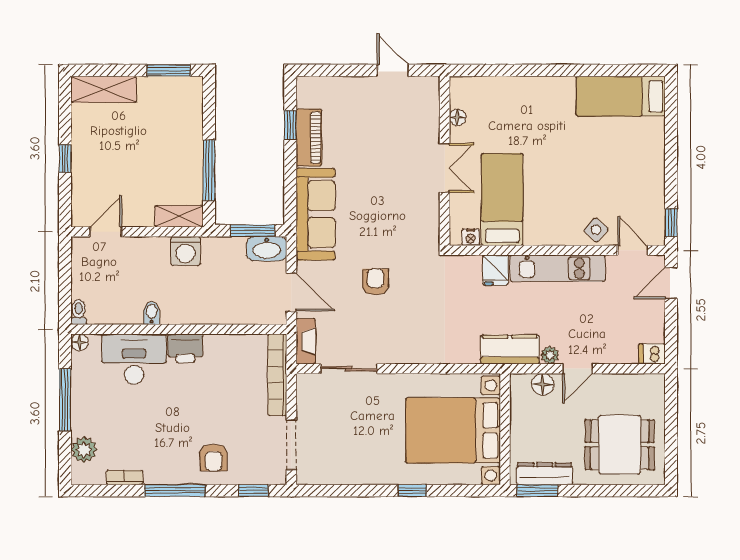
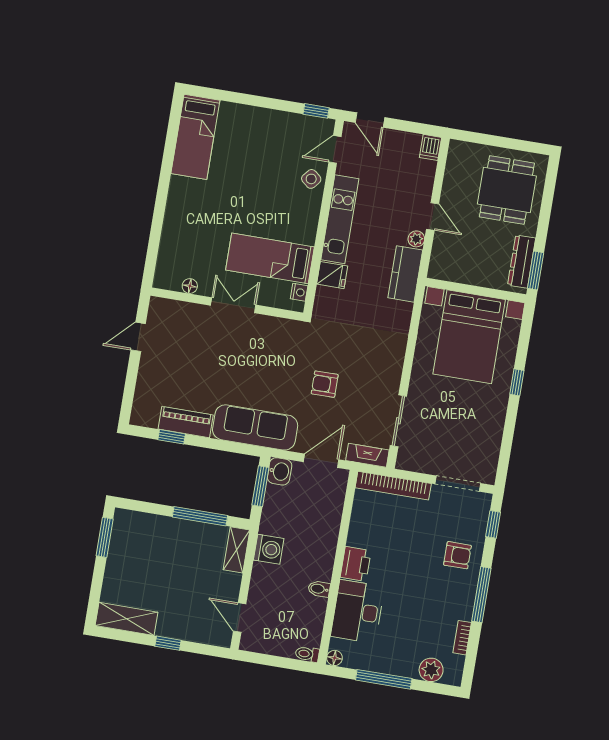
shelving: (104, 89) -> (127, 619), moved, turned 90
washbasin: (267, 249) -> (280, 471), width x0.72
floor lamp: (543, 384) -> (441, 250), removed

